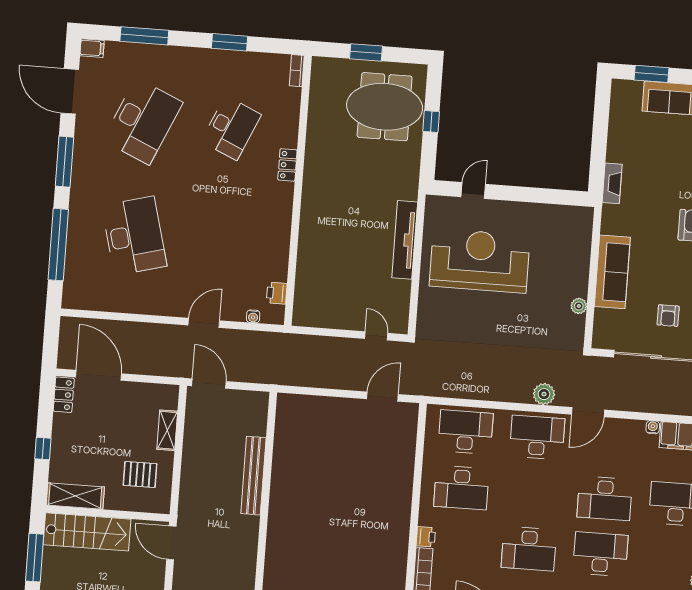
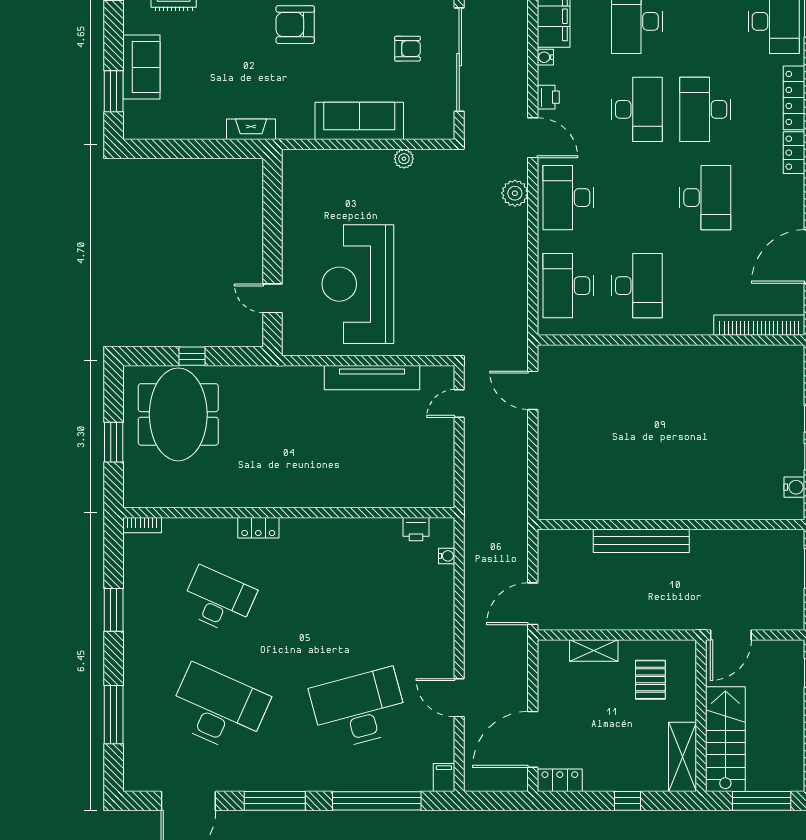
filing cabinet: (92, 48) -> (444, 777), moved
tv unit: (405, 240) -> (372, 378), moved
door: (204, 323) -> (459, 698), moved
printer: (426, 537) -> (548, 97), moved, turned 90

